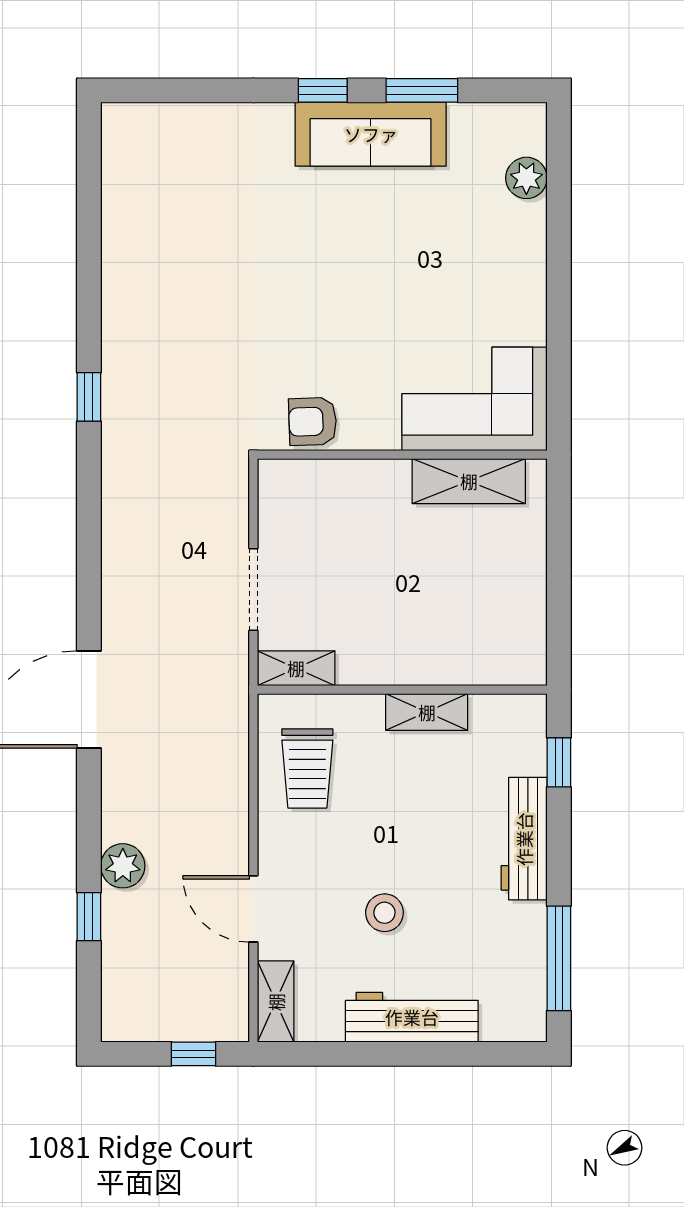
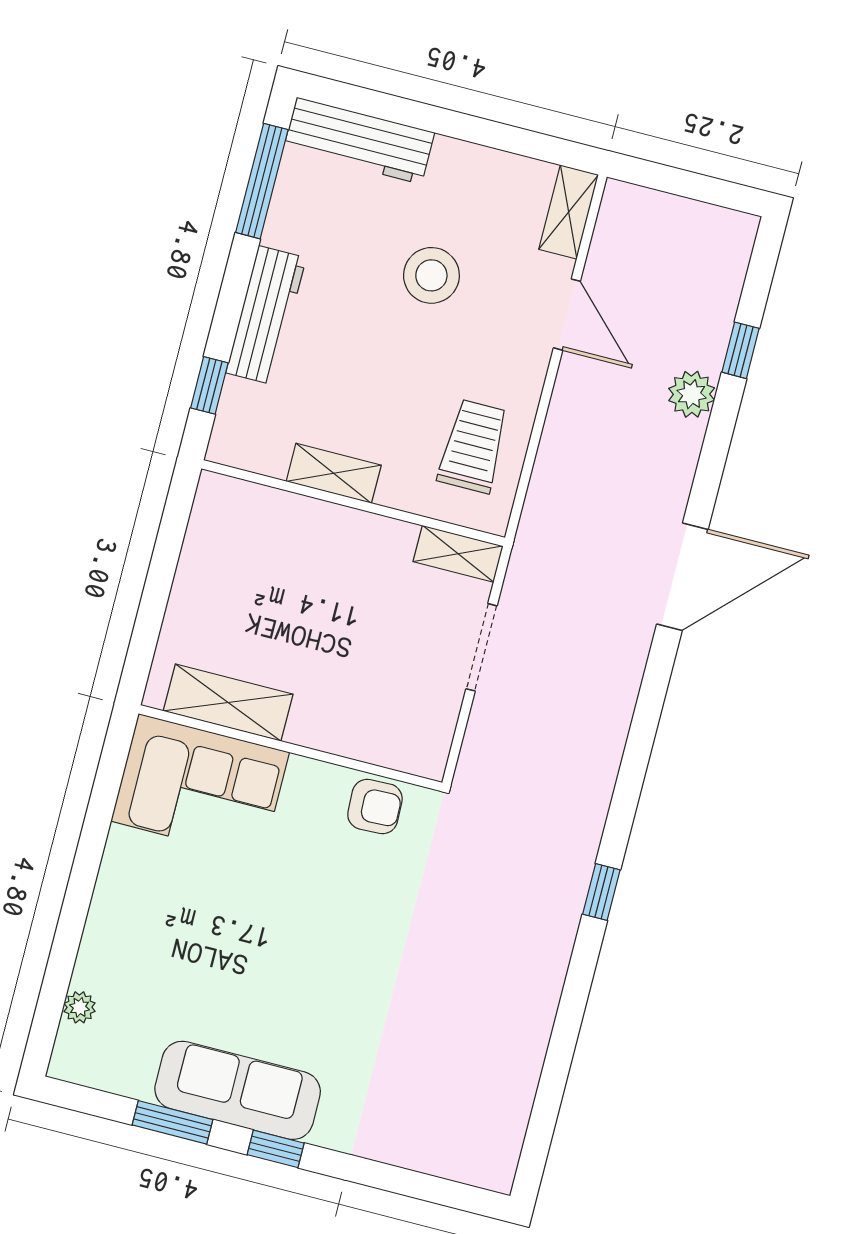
plant: (526, 178) -> (80, 1007), width x0.73, depth x0.73
stool: (384, 913) -> (431, 275), width x1.38, depth x1.38
workbench: (412, 1017) -> (359, 141), moved
window: (194, 1054) -> (668, 179), removed

